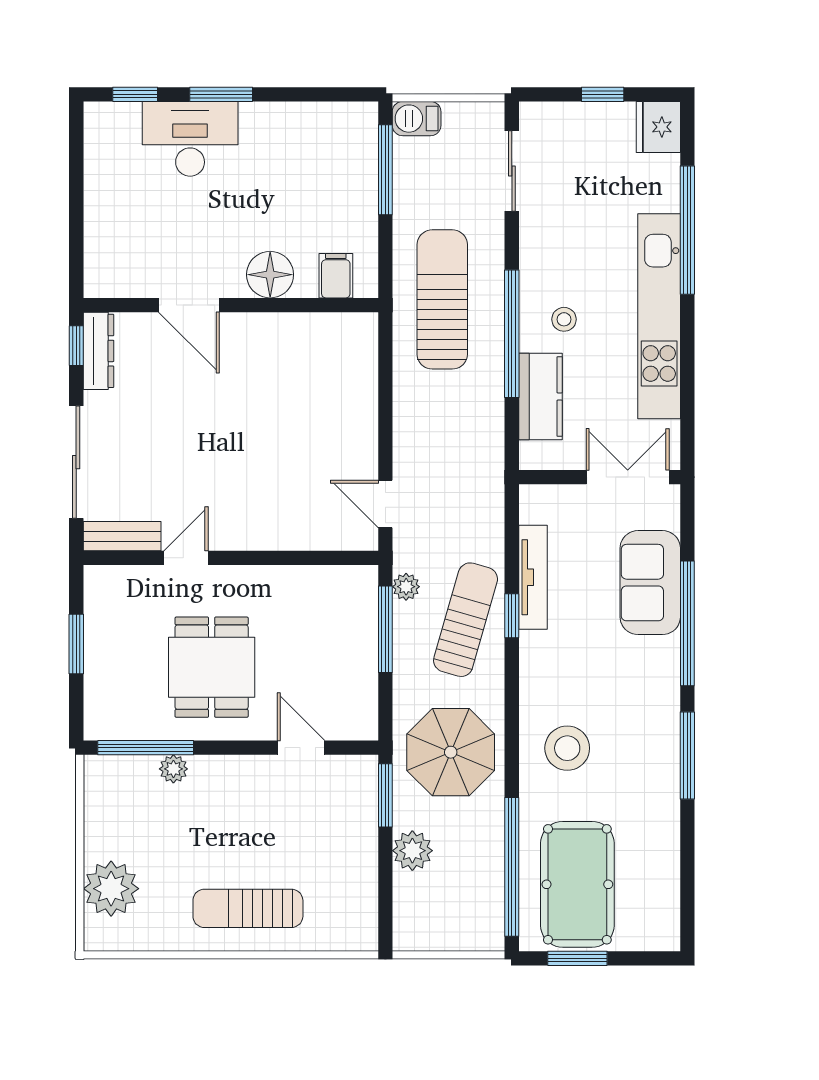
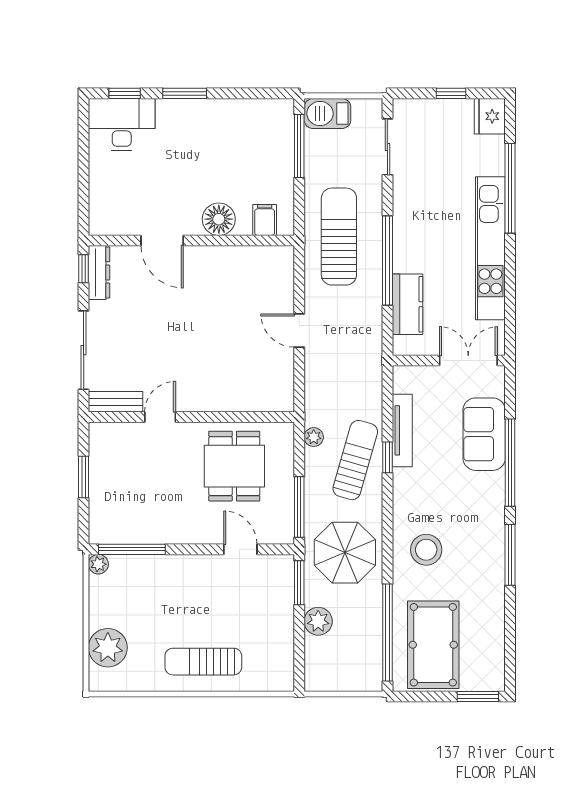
barbecue: (417, 119) -> (327, 113), width x1.38, depth x1.27
desk: (190, 139) -> (122, 124), moved
stool: (564, 319) -> (424, 250), removed
door: (385, 504) -> (299, 331), moved
window: (385, 629) -> (299, 507), moved
dining table: (212, 667) -> (234, 466), moved
plant: (173, 769) -> (98, 564), moved
window: (577, 958) -> (478, 696), moved

